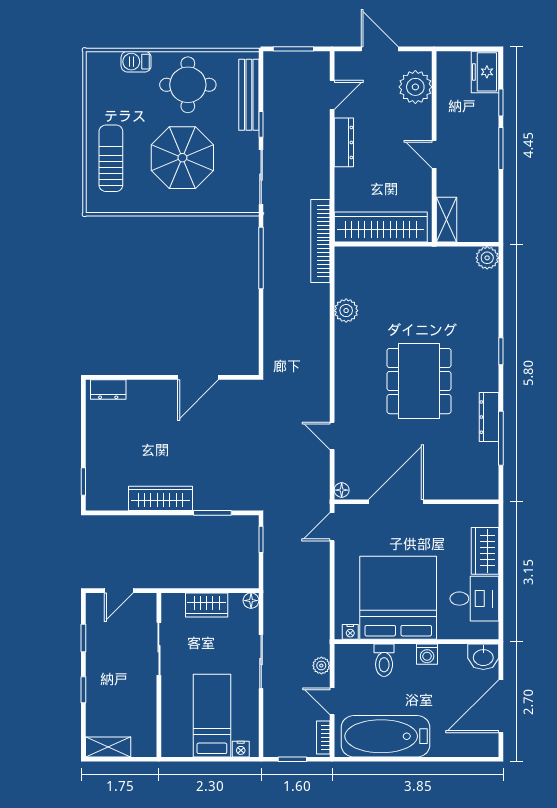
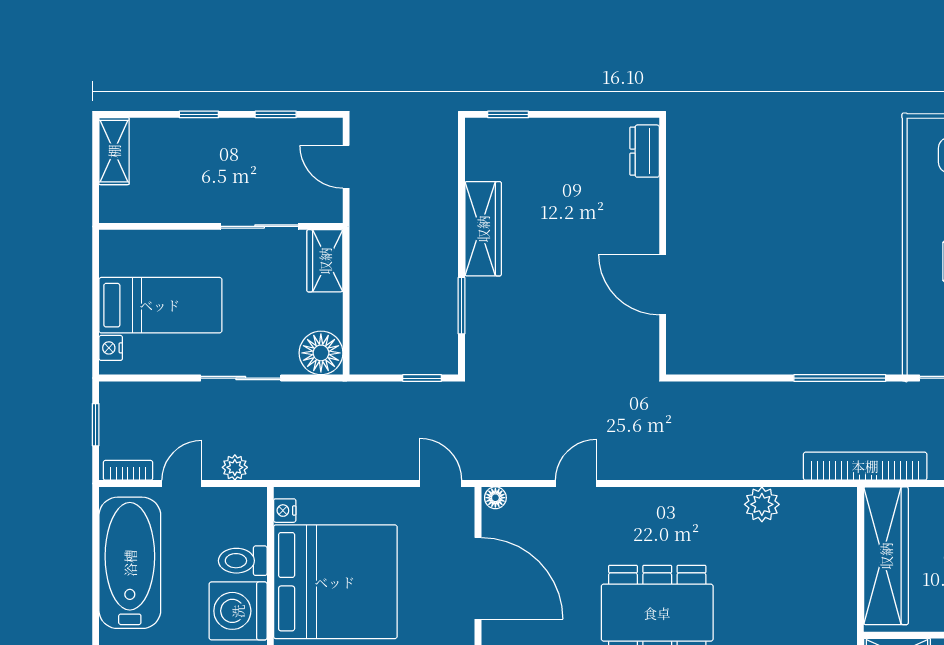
floor lamp: (251, 601) -> (321, 353), width x1.89, depth x1.89
wardrobe: (207, 605) -> (325, 261), moved
washing machine: (427, 654) -> (238, 611), width x1.89, depth x1.89

